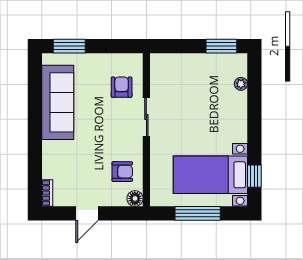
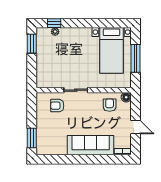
sofa: (58, 102) -> (91, 145), moved
window: (254, 176) -> (54, 23), moved

